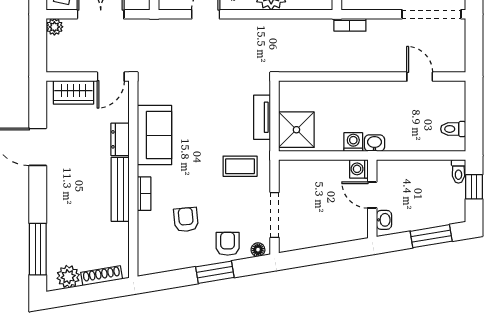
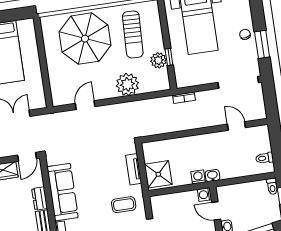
sofa: (155, 135) -> (63, 192), width x1.36

